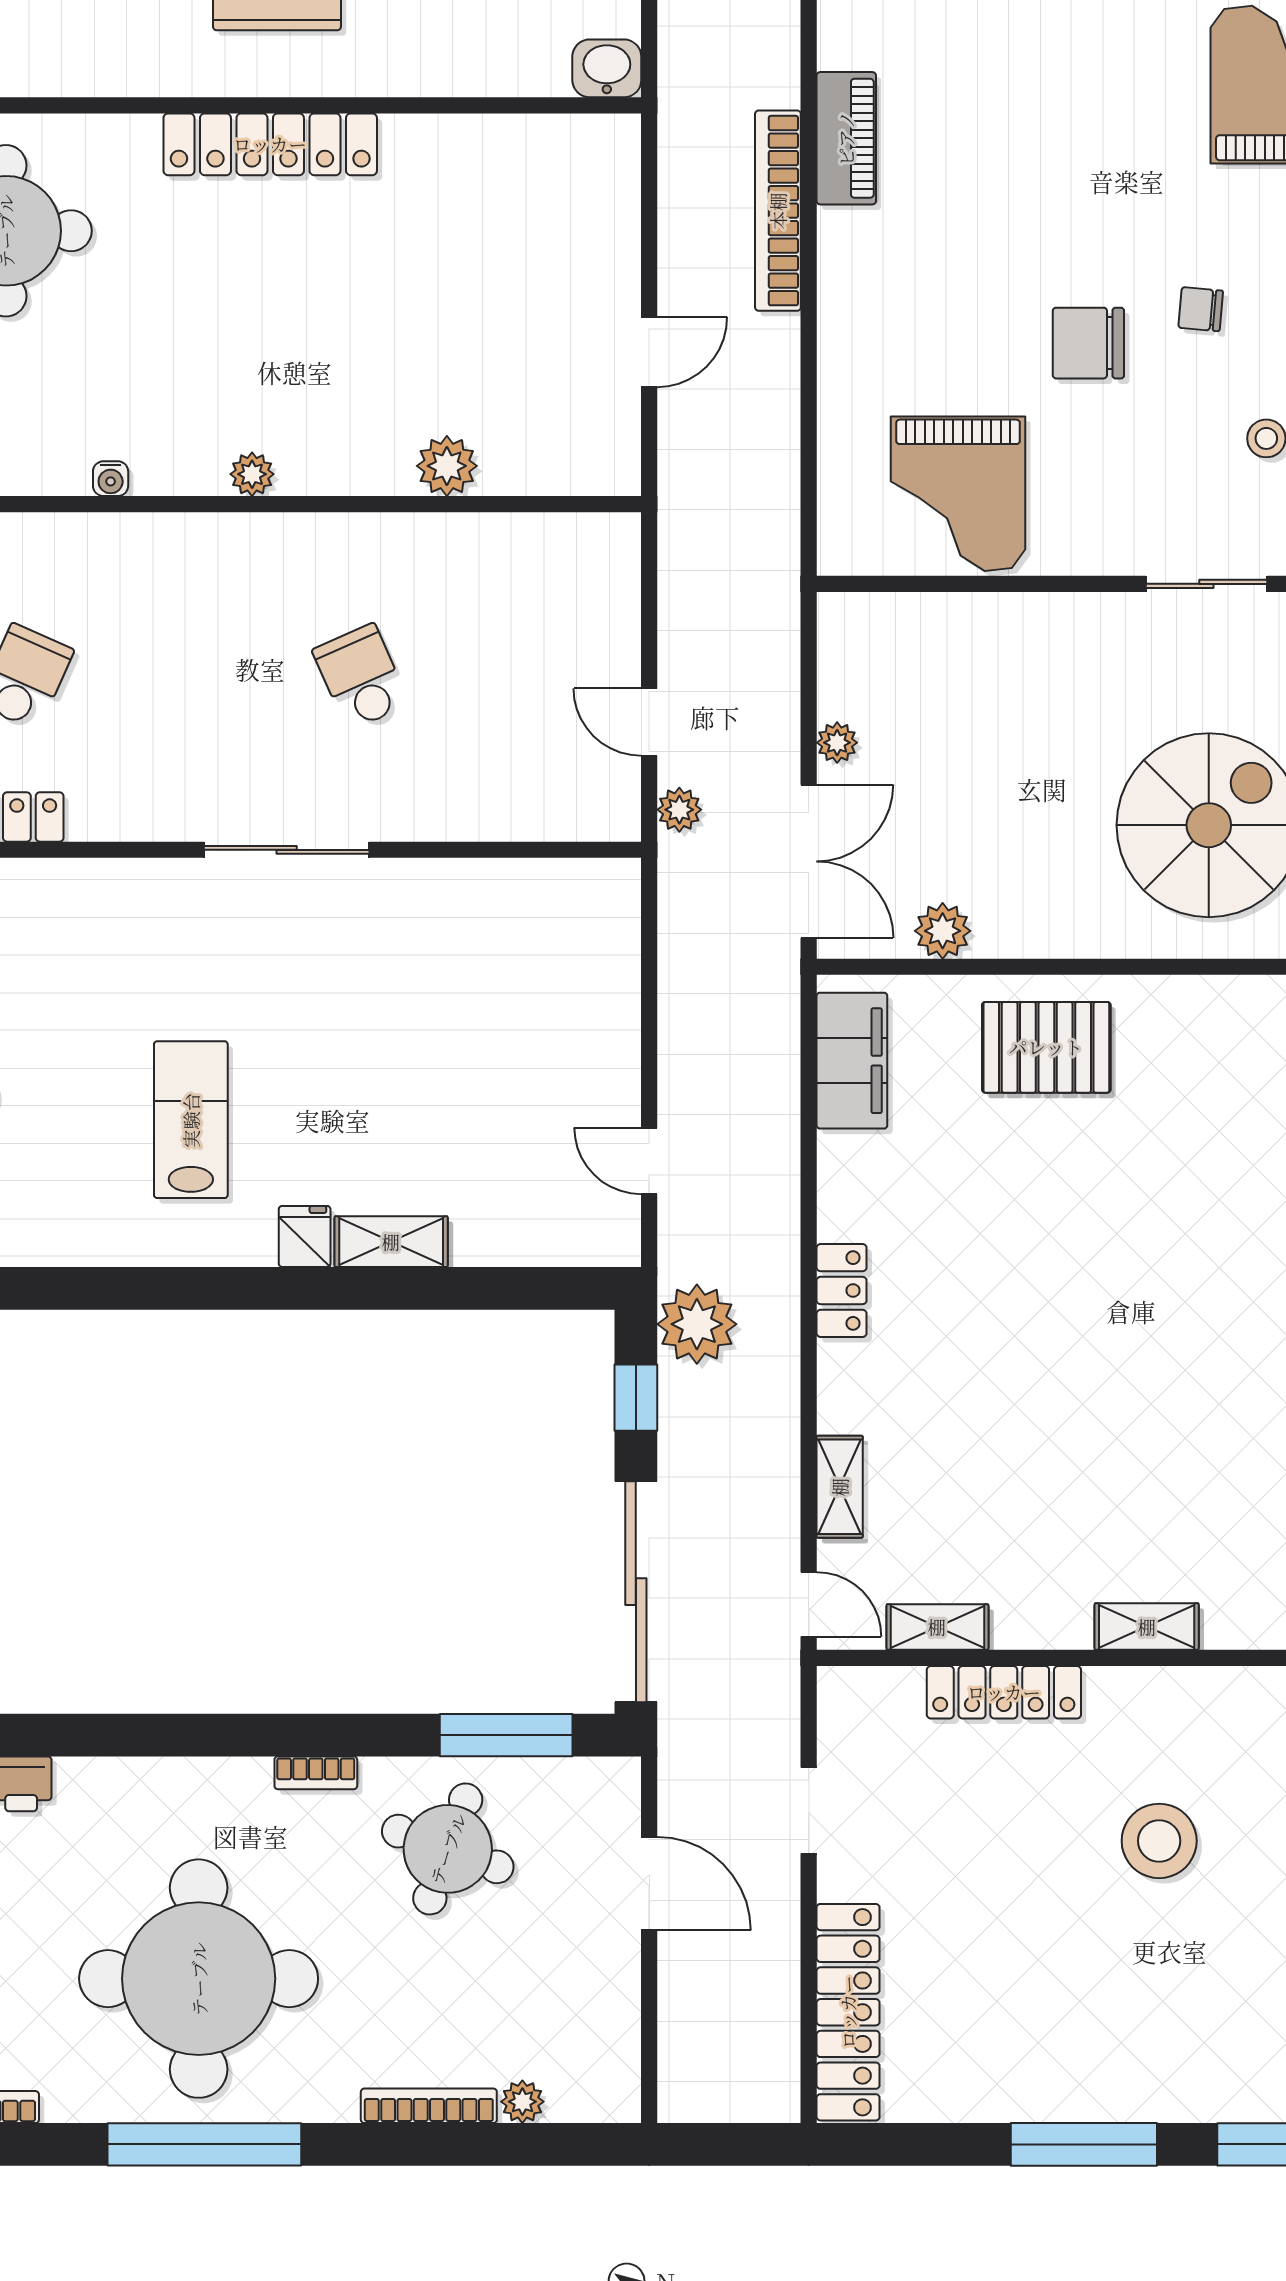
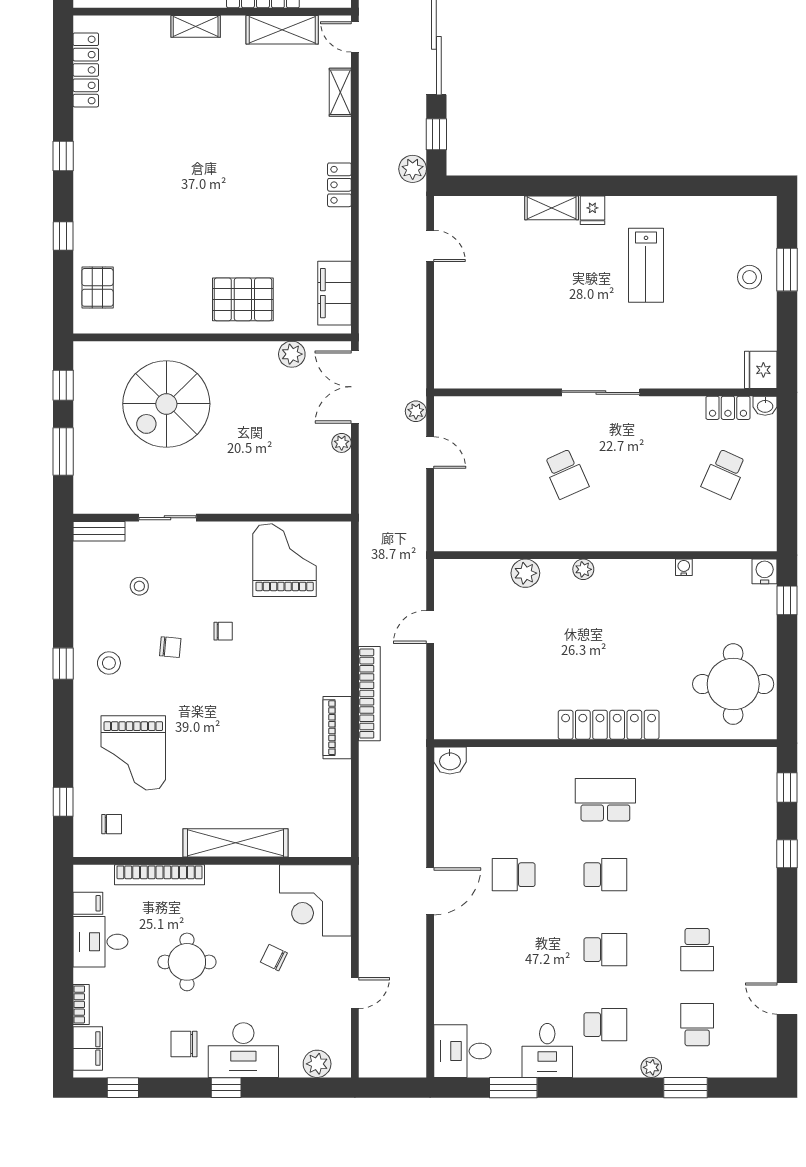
chair: (1088, 343) -> (223, 631), width x0.54, depth x0.54
plant: (252, 474) -> (583, 569), moved
plant: (697, 1324) -> (413, 169), width x0.73, depth x0.73
shelving: (937, 1627) -> (282, 30), width x1.50, depth x1.33

